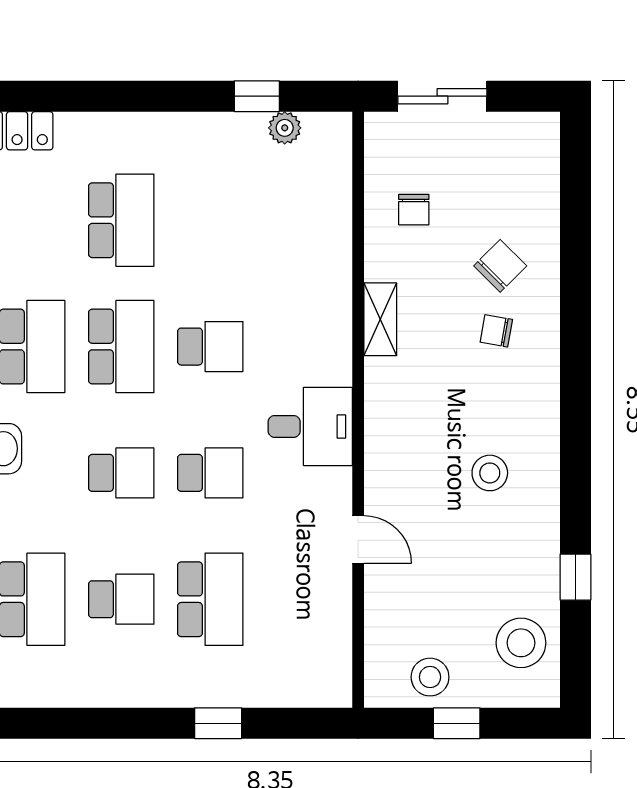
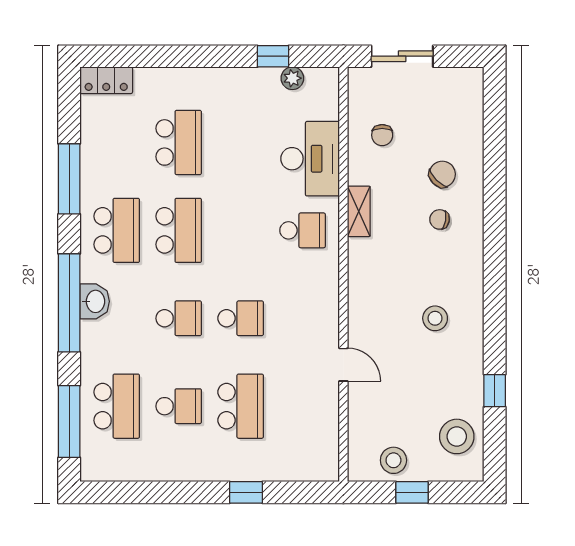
school desk: (210, 347) -> (303, 230), moved
desk: (310, 426) -> (310, 159), moved, width x1.37

